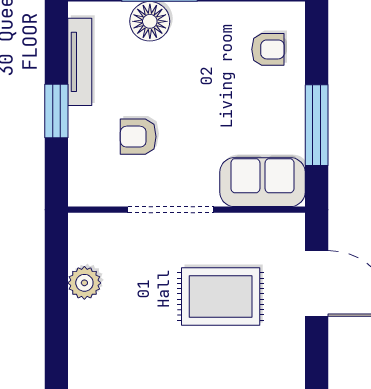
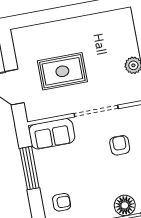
armchair: (268, 49) -> (62, 202), turned 180
armchair: (138, 137) -> (120, 145), turned -90

